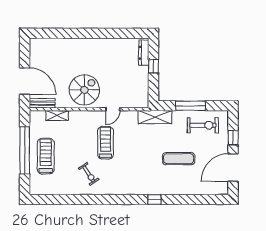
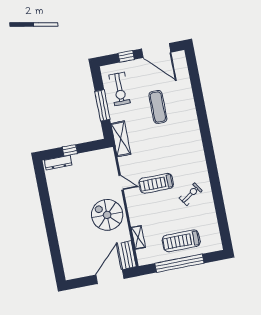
exercise bike: (203, 125) -> (120, 89), turned 180
window: (154, 199) -> (204, 123), removed

